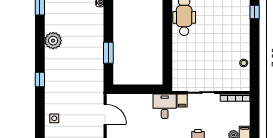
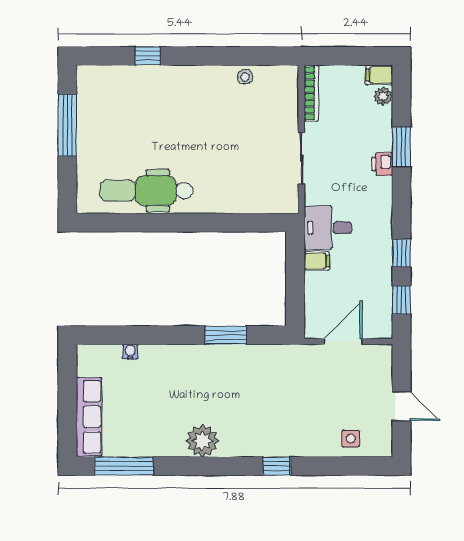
filing cabinet: (182, 100) -> (317, 261), moved

